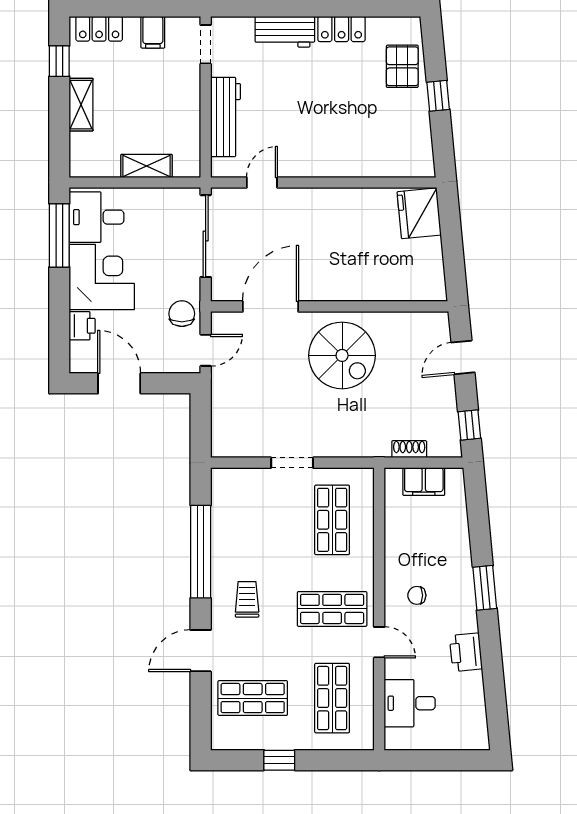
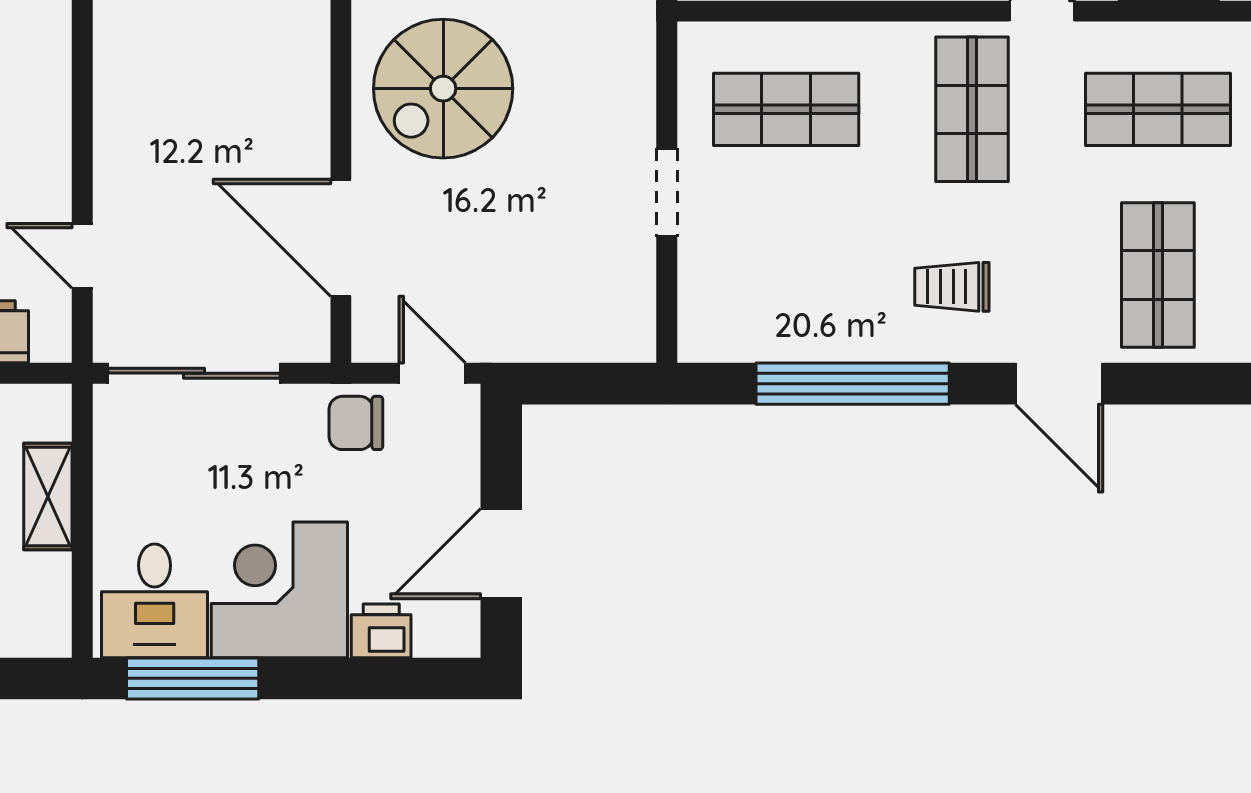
spiral stairs: (342, 355) -> (443, 89), turned 180

